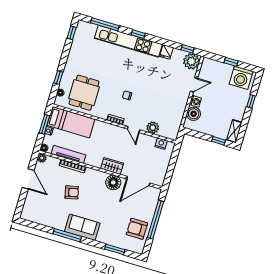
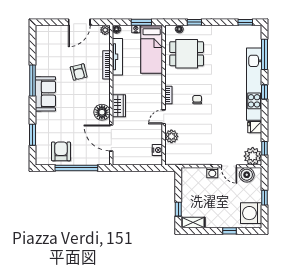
boiler: (194, 114) -> (247, 175), moved

